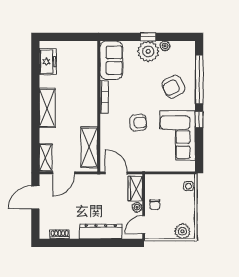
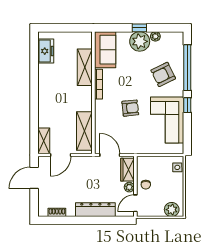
shelving: (47, 108) -> (85, 67), moved

